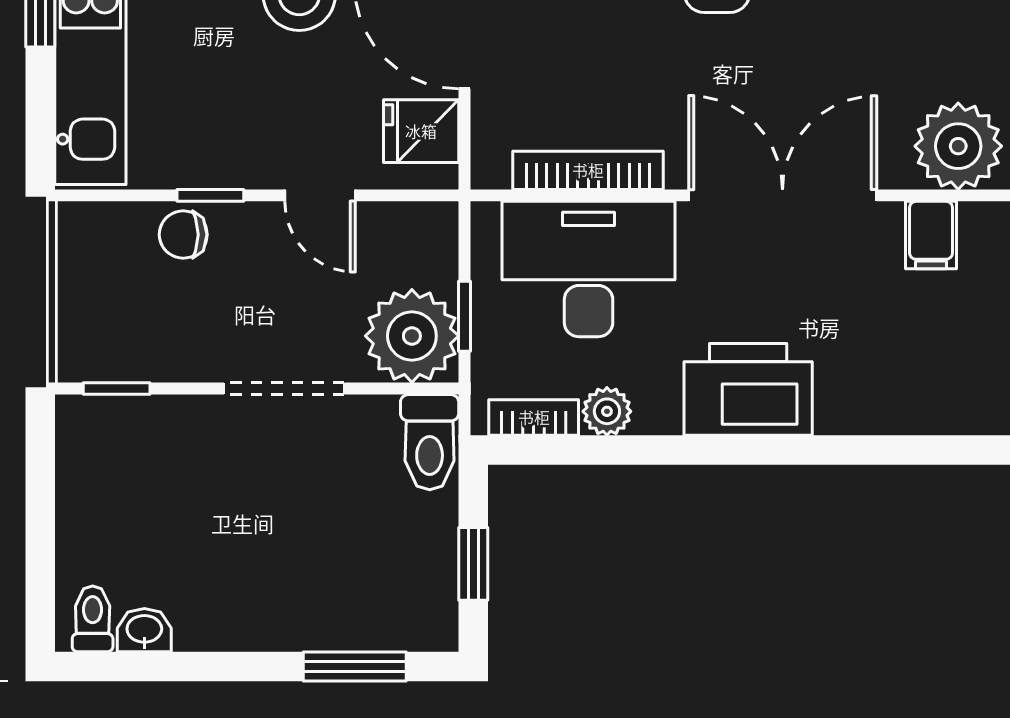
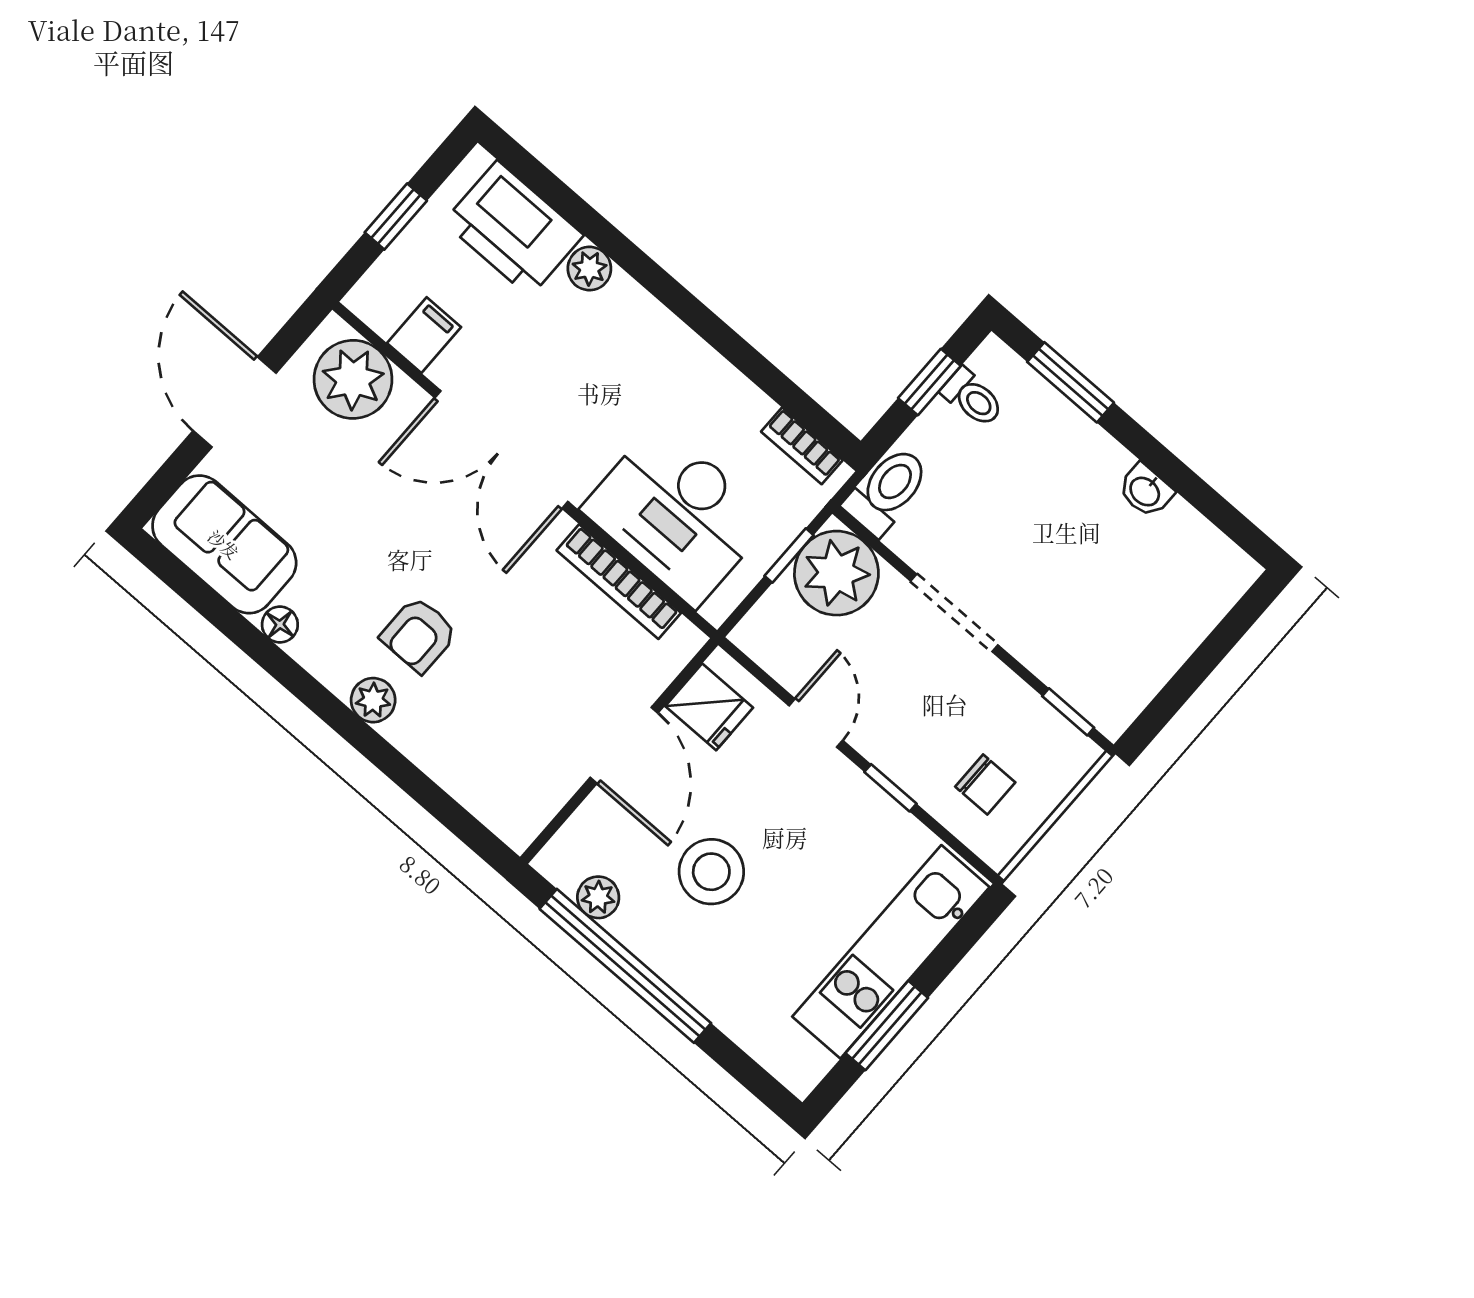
chair: (183, 235) -> (985, 784), moved
printer: (748, 389) -> (513, 229), moved
plant: (607, 411) -> (589, 268), moved
toilet: (93, 619) -> (973, 398), moved, turned -90
washbasin: (144, 630) -> (1145, 491), moved

